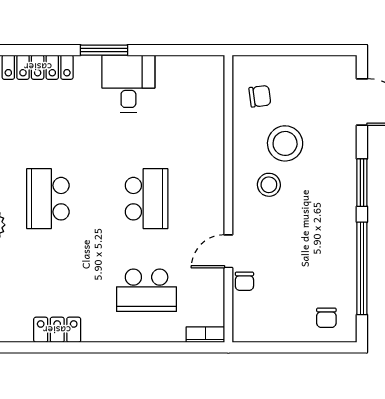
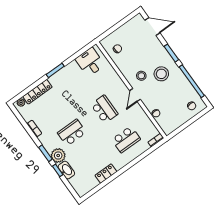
desk: (128, 84) -> (90, 62), moved
stool: (285, 143) -> (161, 74), moved
school desk: (48, 199) -> (72, 133), turned 90
door: (228, 251) -> (135, 95), moved

